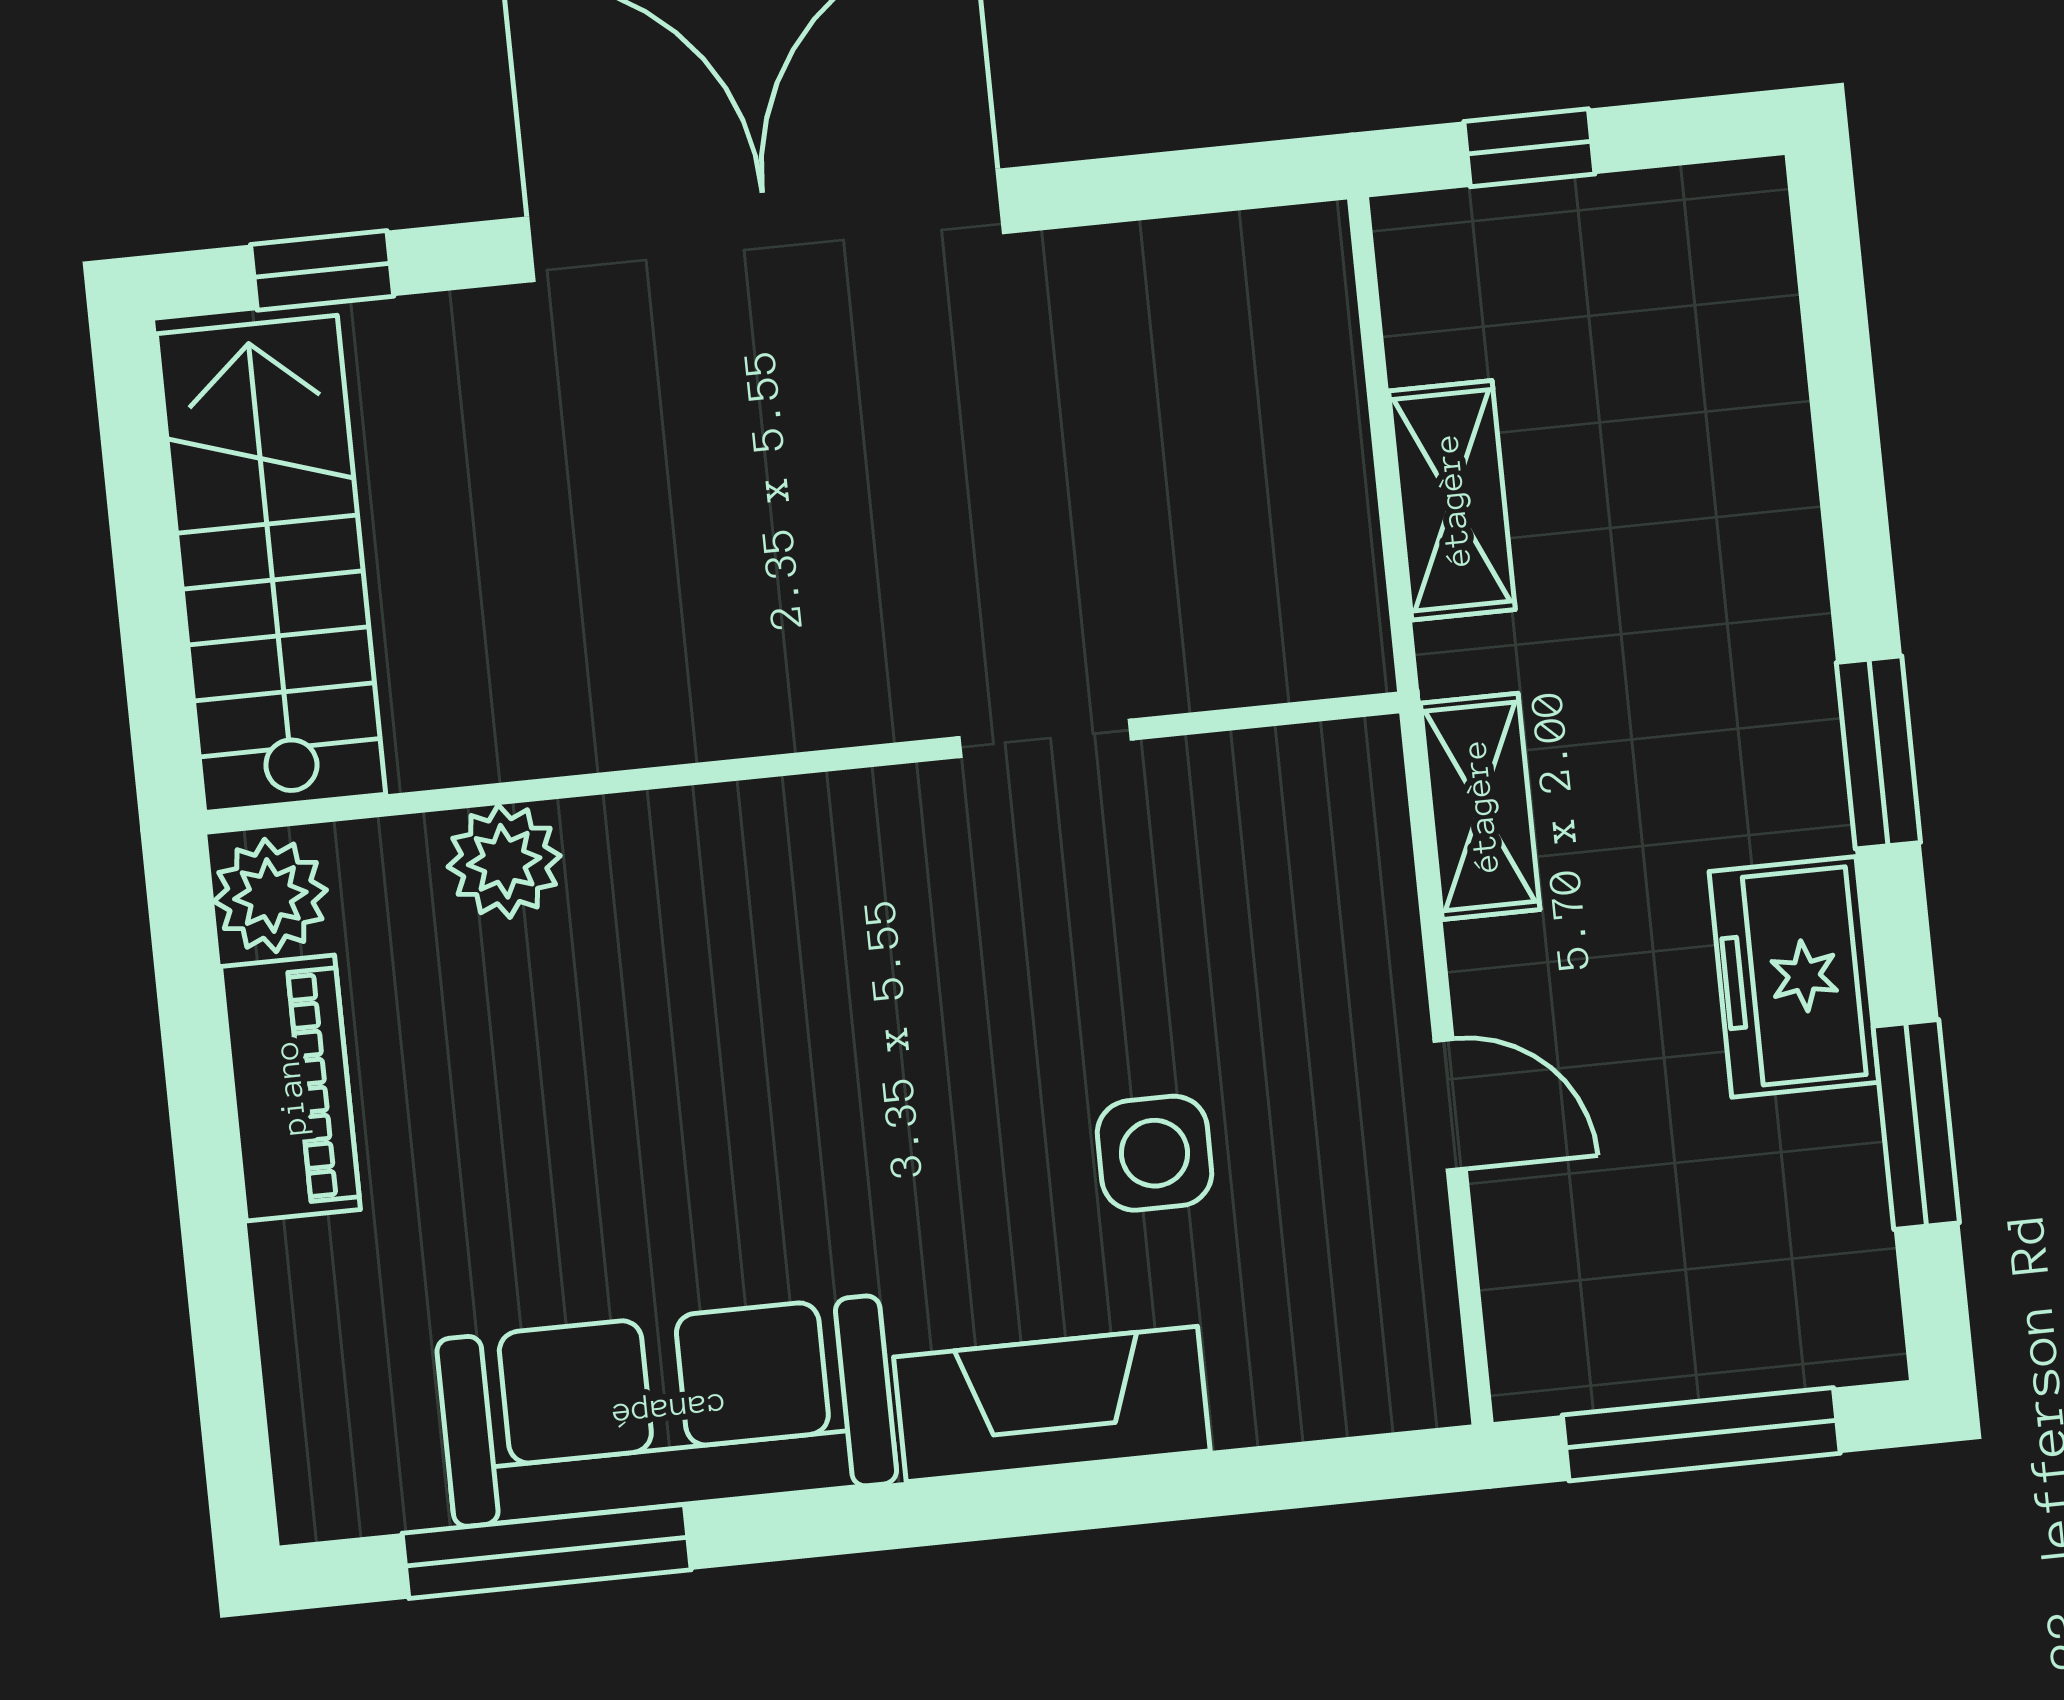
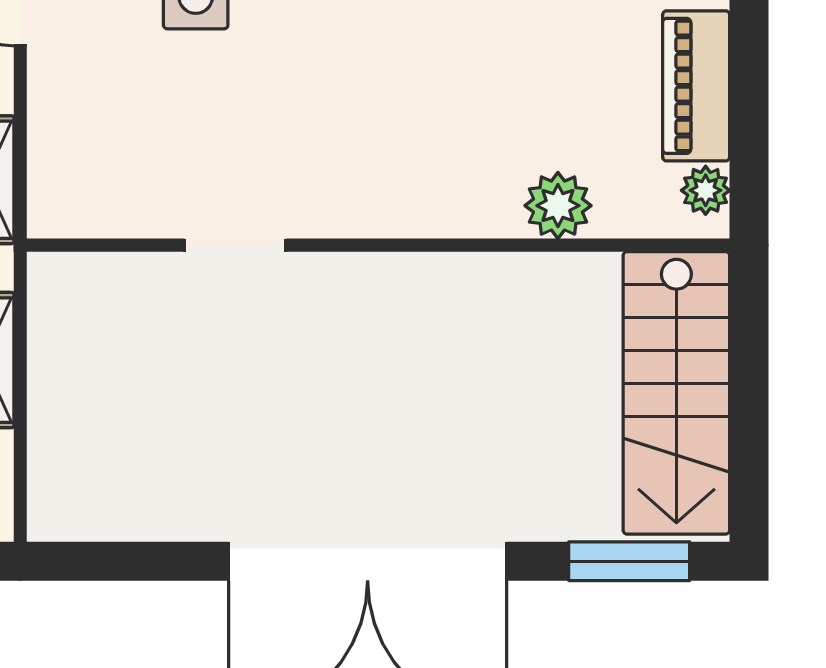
window: (322, 270) -> (629, 561), width x1.50
plant: (270, 896) -> (706, 190), width x0.73, depth x0.73

